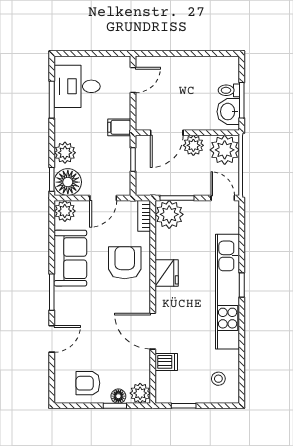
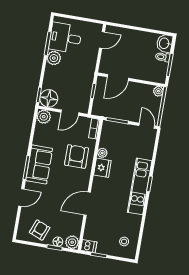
washbasin: (228, 112) -> (165, 43), moved
filing cabinet: (119, 127) -> (88, 69), removed
plant: (193, 145) -> (134, 89), removed
plant: (225, 150) -> (158, 91), width x0.53, depth x0.53
plant: (65, 153) -> (54, 58), moved
plant: (169, 214) -> (102, 153), moved, width x0.53, depth x0.53
sofa: (70, 258) -> (39, 164), moved
kitchen unit: (228, 292) -> (140, 186), width x0.73
door: (153, 331) -> (87, 204), hinge flipped
dishwasher: (166, 362) -> (89, 246), moved
armchair: (88, 383) -> (40, 230), turned 112

